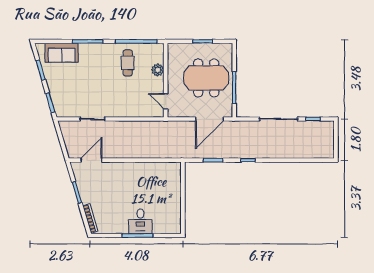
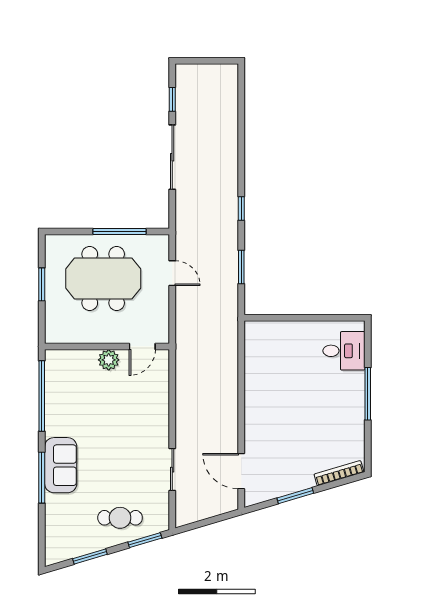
sofa: (62, 53) -> (61, 465), moved
cafe table: (128, 63) -> (120, 518), moved
plant: (158, 70) -> (109, 360), moved
meeting table: (206, 78) -> (103, 279), turned 90
door: (209, 119) -> (172, 273), width x0.53
desk: (140, 221) -> (344, 351), moved

